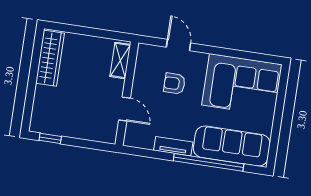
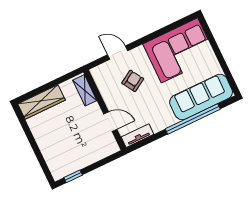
wardrobe: (50, 58) -> (41, 102), moved, turned 90
armchair: (174, 84) -> (133, 81), turned 149
tv unit: (173, 146) -> (137, 136), moved

